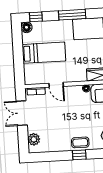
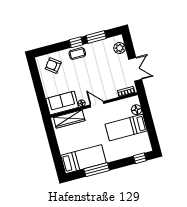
window: (72, 15) -> (97, 170), moved
floor lamp: (26, 27) -> (136, 110), moved
door: (56, 85) -> (97, 104), moved
window: (57, 156) -> (96, 37), added

